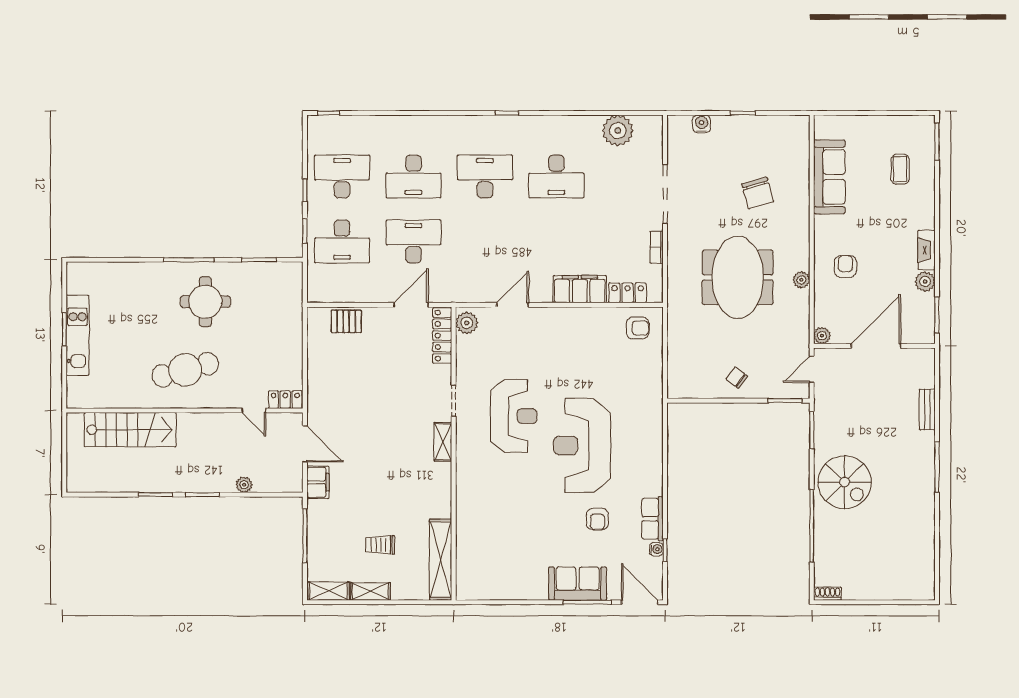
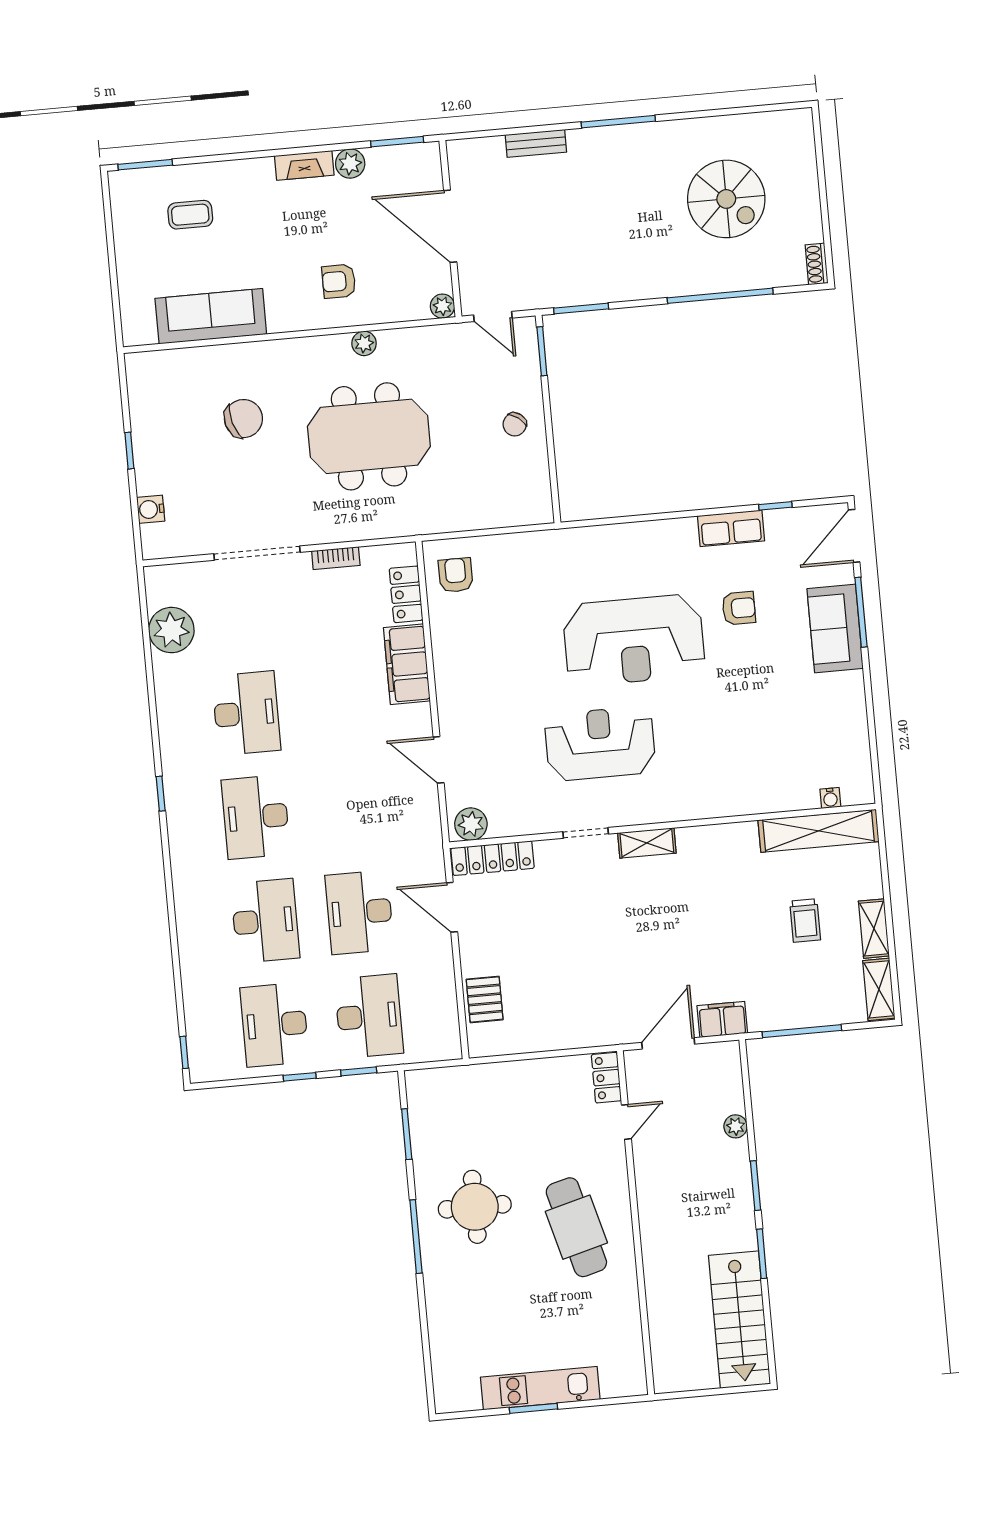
stairs: (130, 430) -> (740, 1320), moved, turned 180
spiral stairs: (845, 482) -> (726, 199), moved, turned 90
water cooler: (656, 549) -> (830, 798), moved, turned 180

